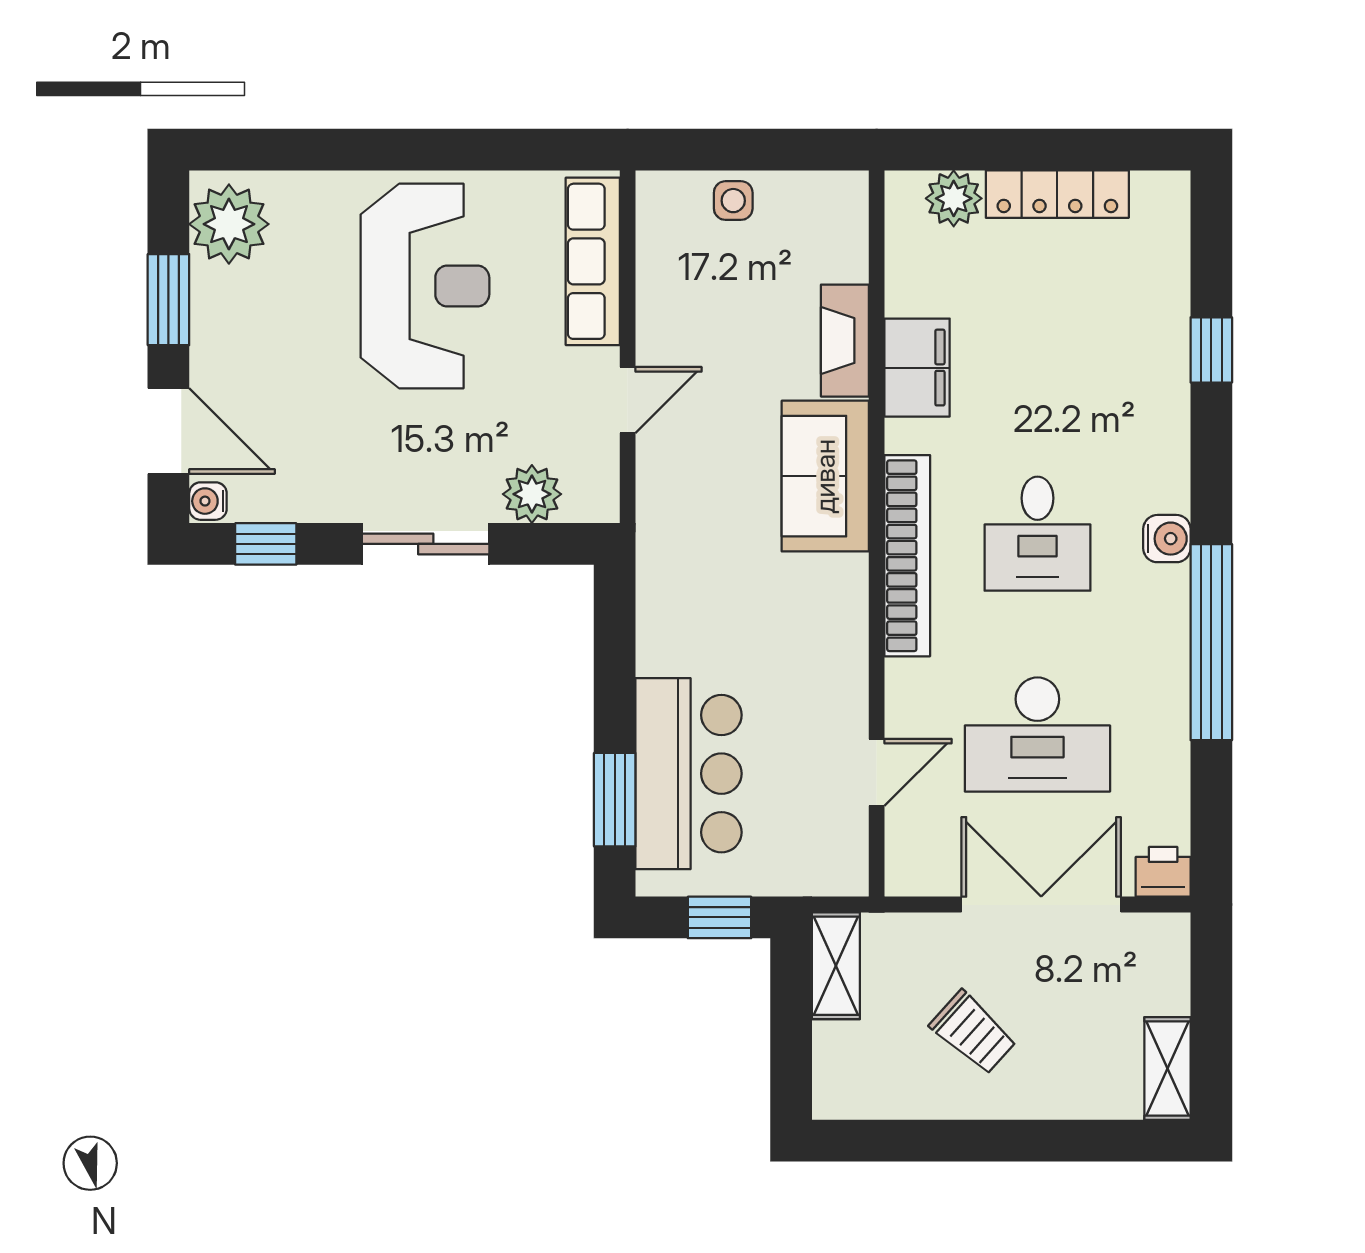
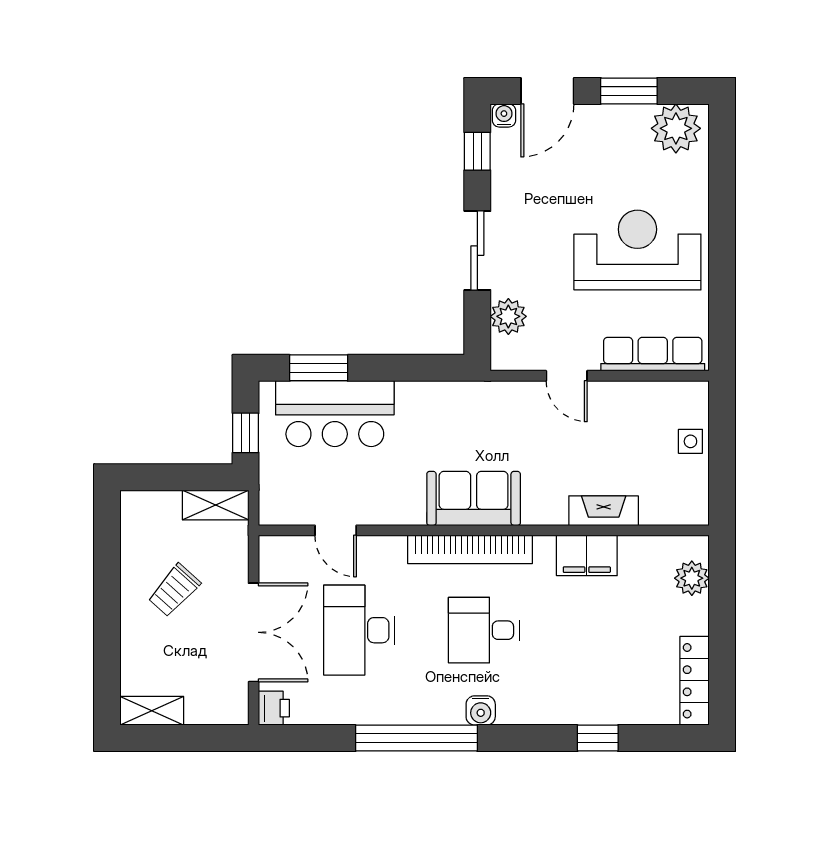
locker: (1057, 194) -> (694, 681), moved
reception desk: (425, 286) -> (637, 250), turned 180
sofa: (825, 476) -> (474, 498), moved

